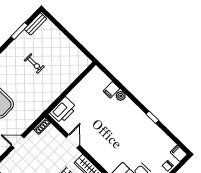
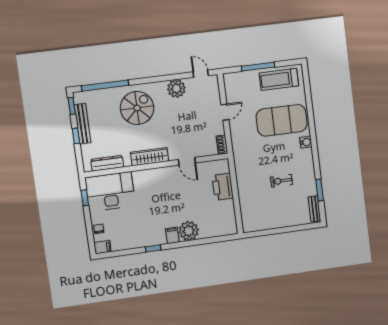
filing cabinet: (111, 90) -> (172, 235), moved
plant: (121, 96) -> (189, 231), width x1.88, depth x1.88
printer: (63, 110) -> (223, 187), moved

